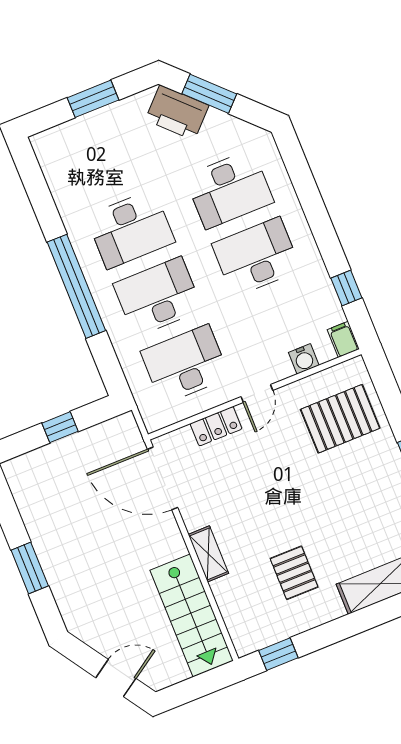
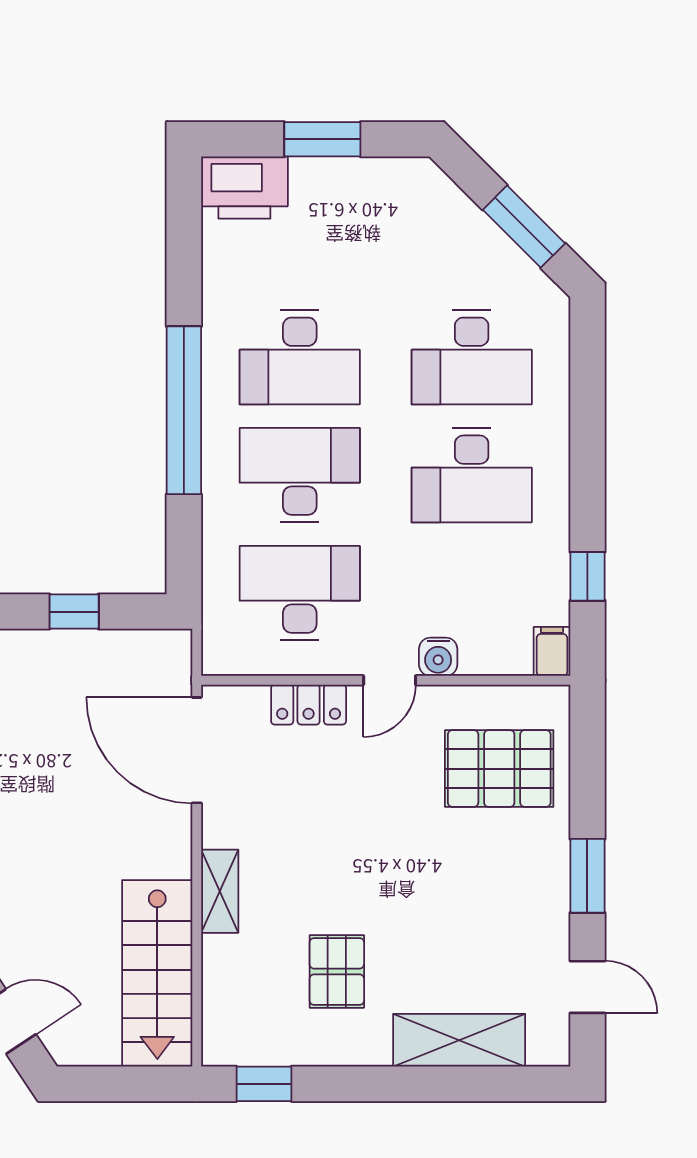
window: (209, 94) -> (524, 227), moved
printer: (177, 113) -> (244, 188), moved, turned -45
desk: (256, 257) -> (472, 475), turned 180
water cooler: (304, 359) -> (438, 657), moved

